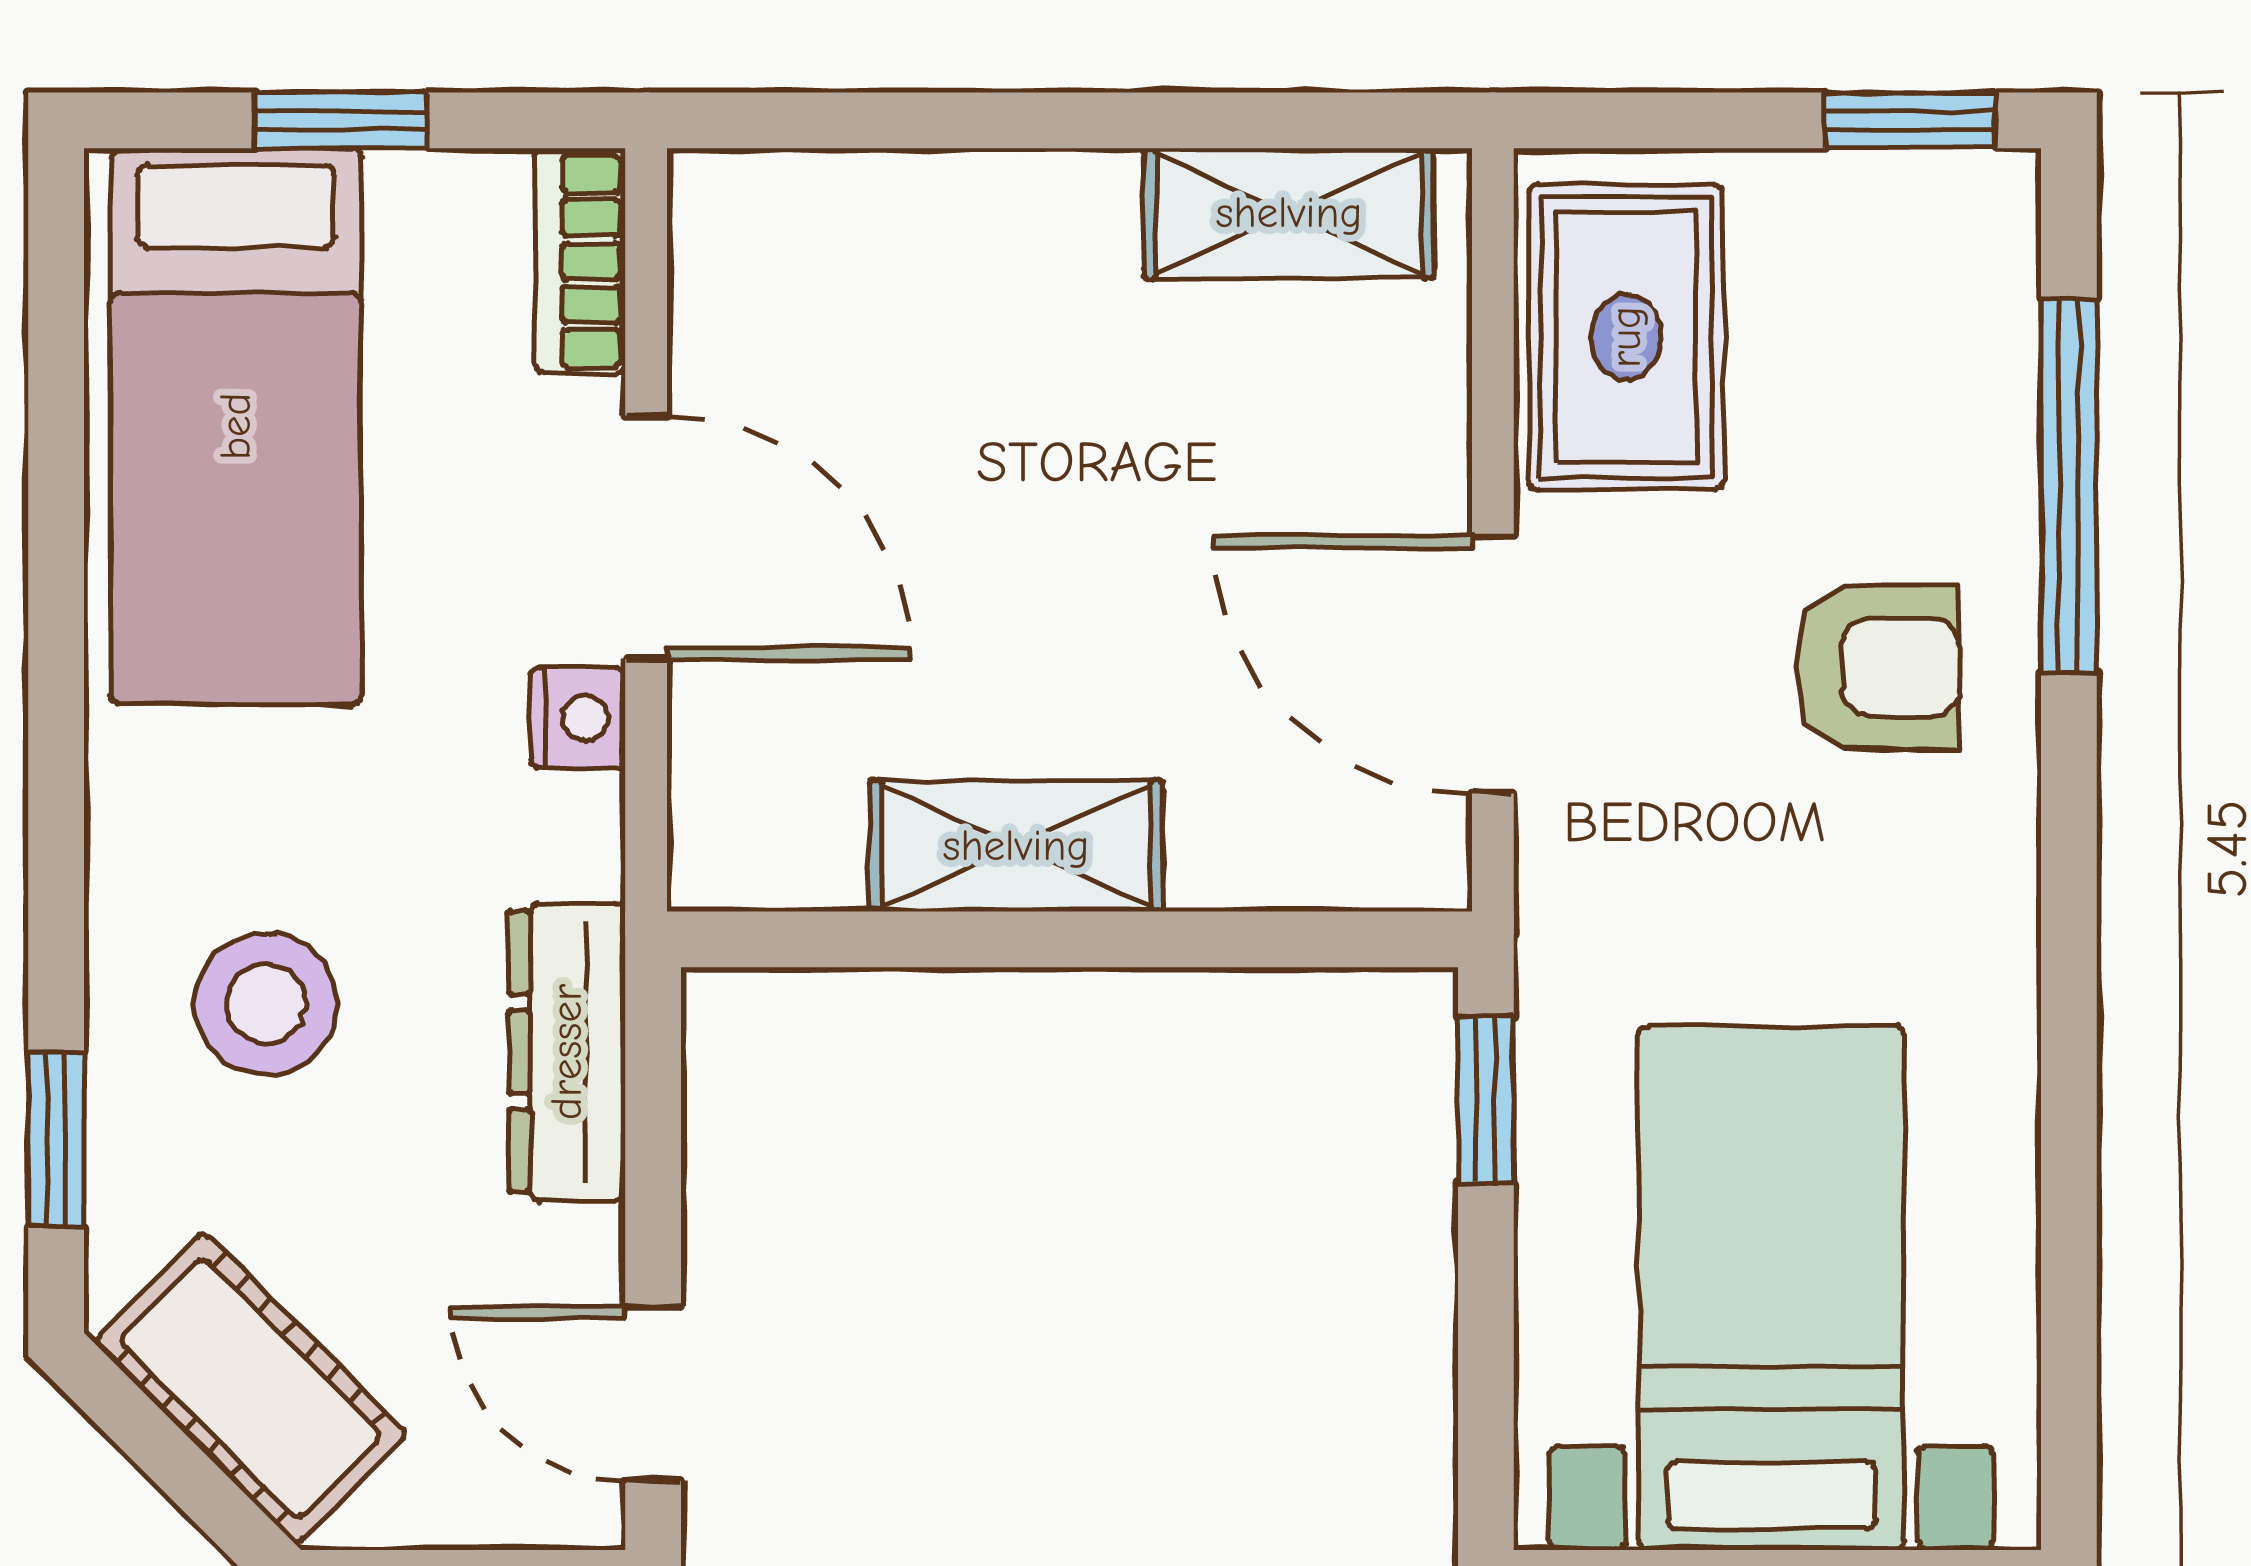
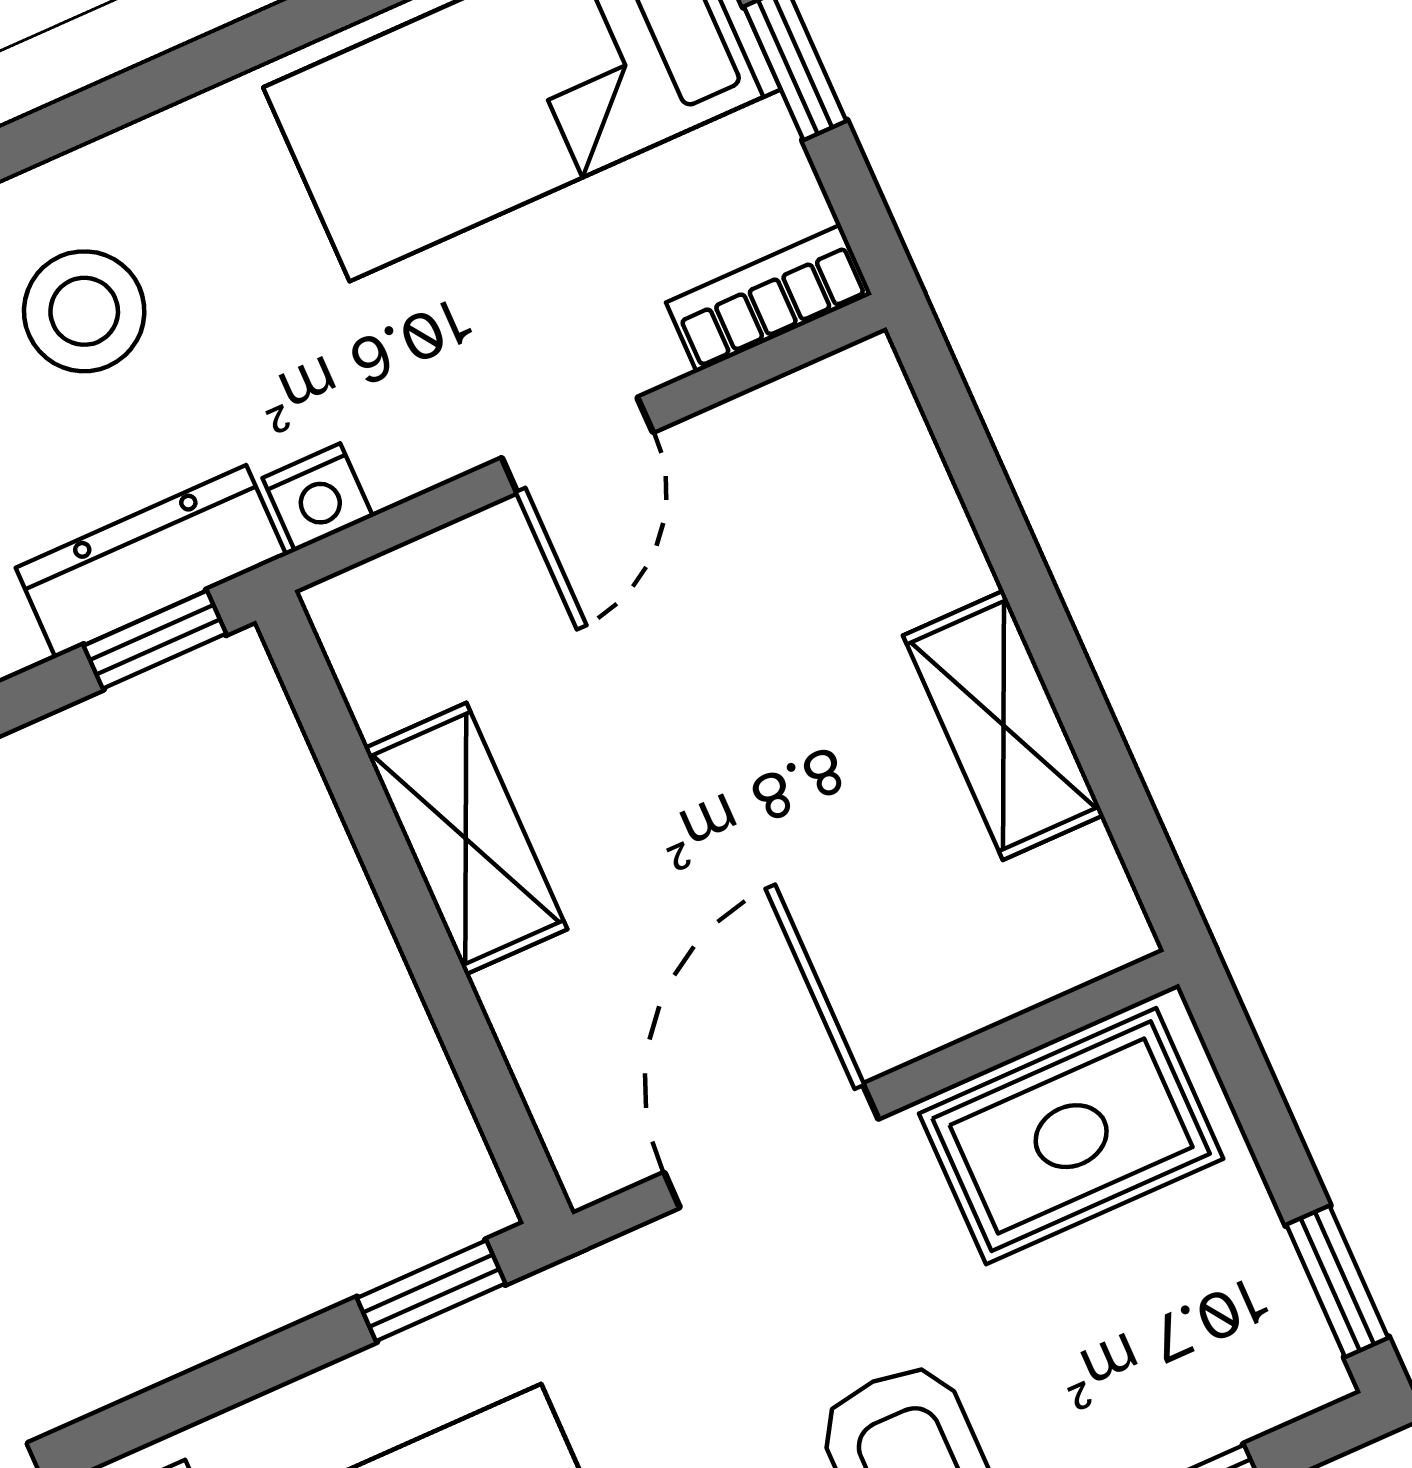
shelving: (1289, 213) -> (1003, 725), moved
door: (646, 537) -> (577, 445), width x0.73
nightstand: (578, 718) -> (318, 497), moved
window: (653, 1085) -> (155, 640), added

